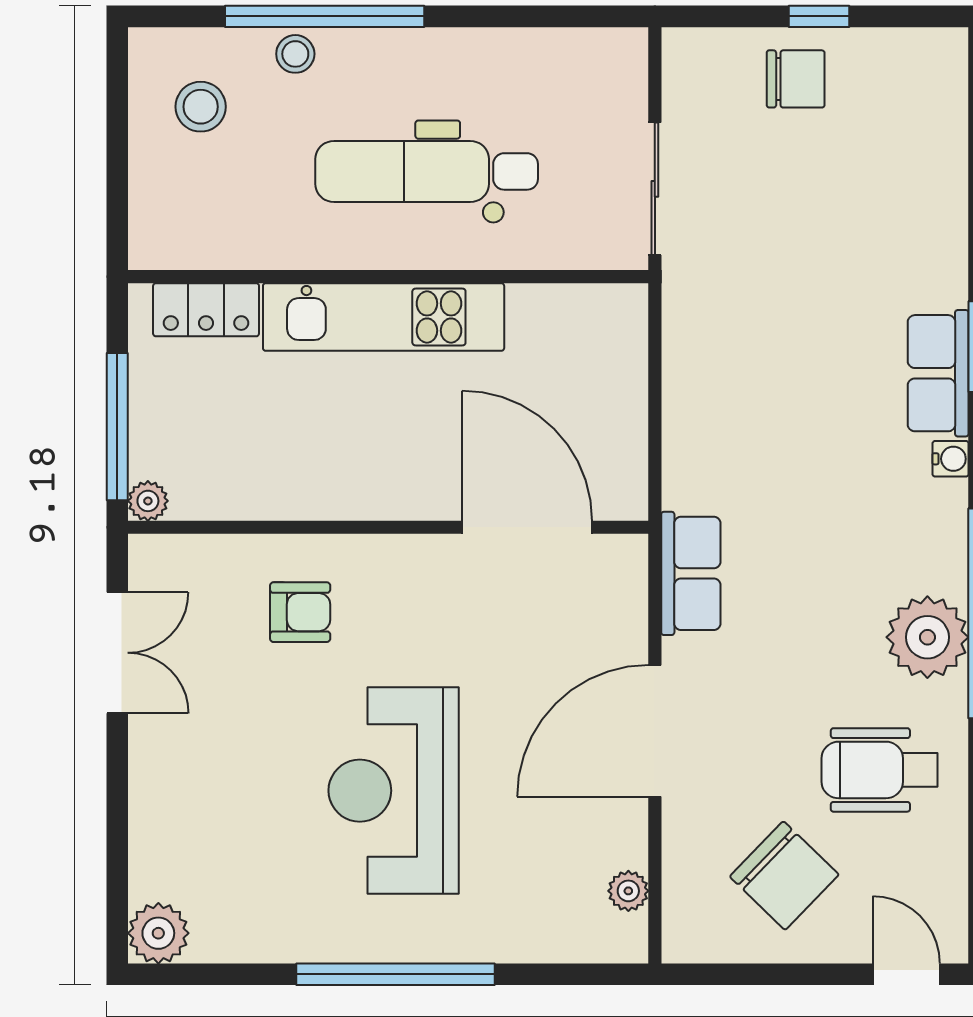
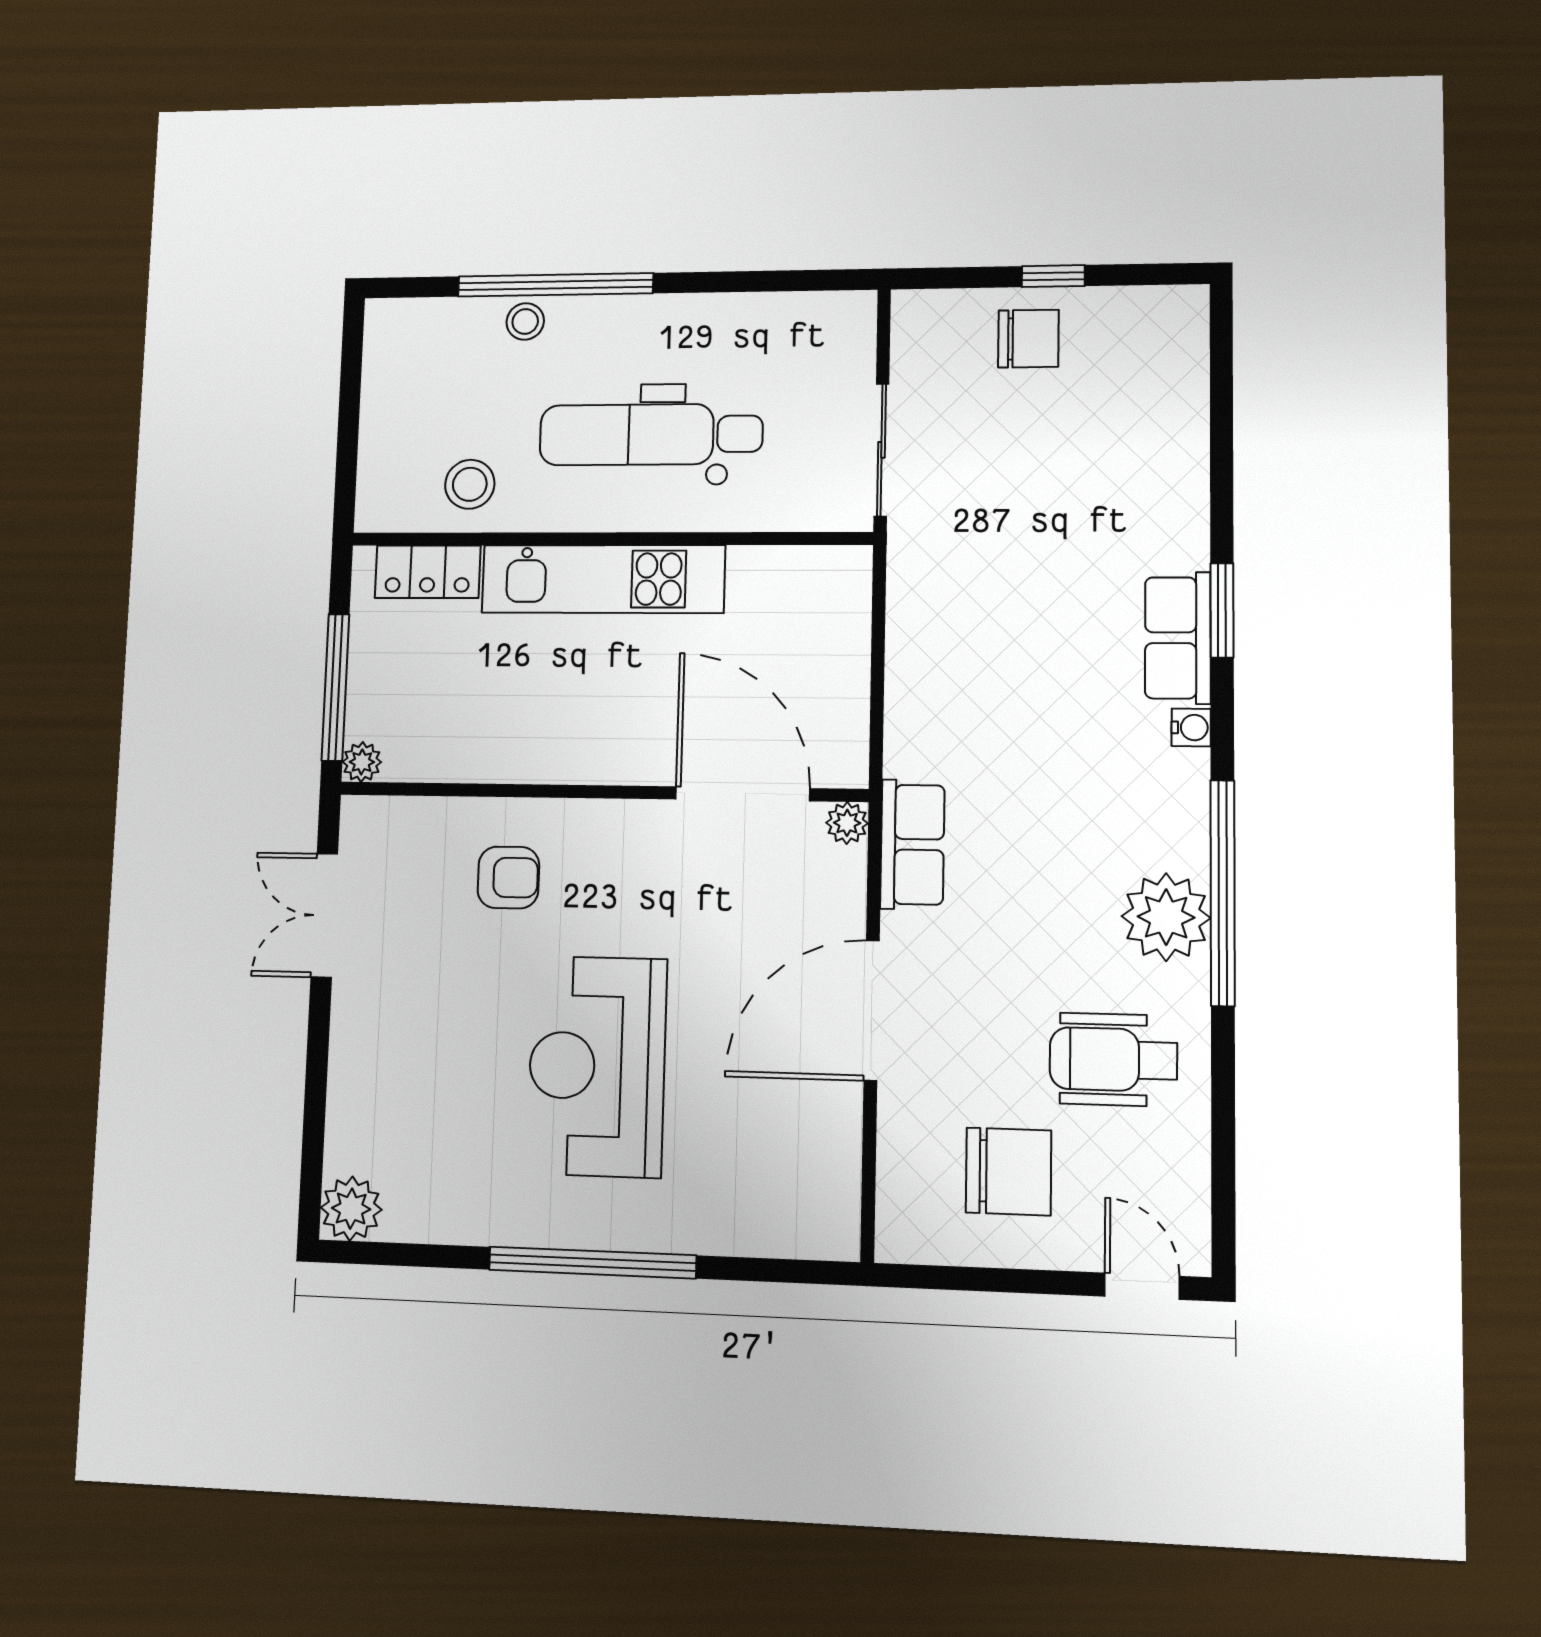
stool: (201, 107) -> (470, 484), moved
double door: (117, 653) -> (324, 915), swing flipped
chair: (784, 876) -> (1008, 1172), turned -44
plant: (628, 891) -> (847, 823), moved

